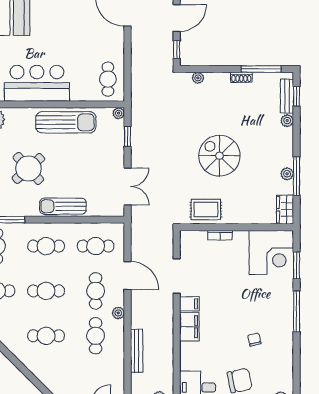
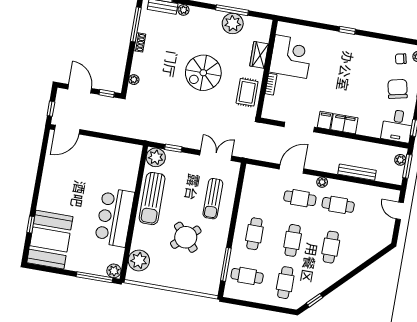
cafe table: (108, 79) -> (122, 156), removed
plant: (119, 113) -> (156, 157), width x1.88, depth x1.88
sun lounger: (66, 122) -> (152, 199), turned 180
plant: (287, 174) -> (233, 23), width x1.87, depth x1.87
sun lounger: (63, 206) -> (213, 199), moved
wardrobe: (285, 210) -> (259, 55), moved, turned 90
cafe table: (96, 246) -> (262, 192), removed
corner desk: (271, 252) -> (291, 57), moved
window: (297, 265) -> (308, 23), removed
window: (297, 311) -> (347, 30), width x0.46
chair: (254, 340) -> (401, 59), moved

